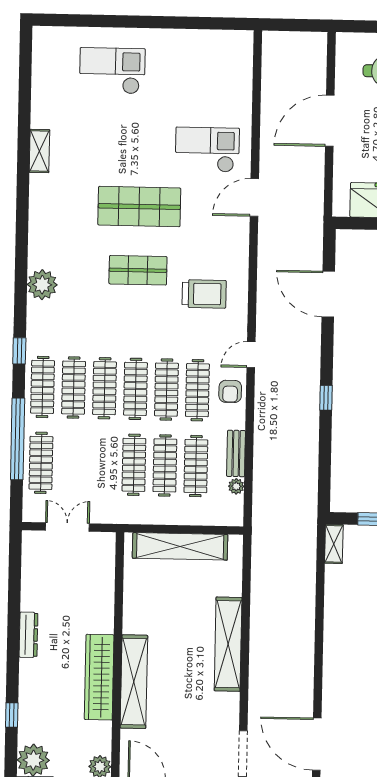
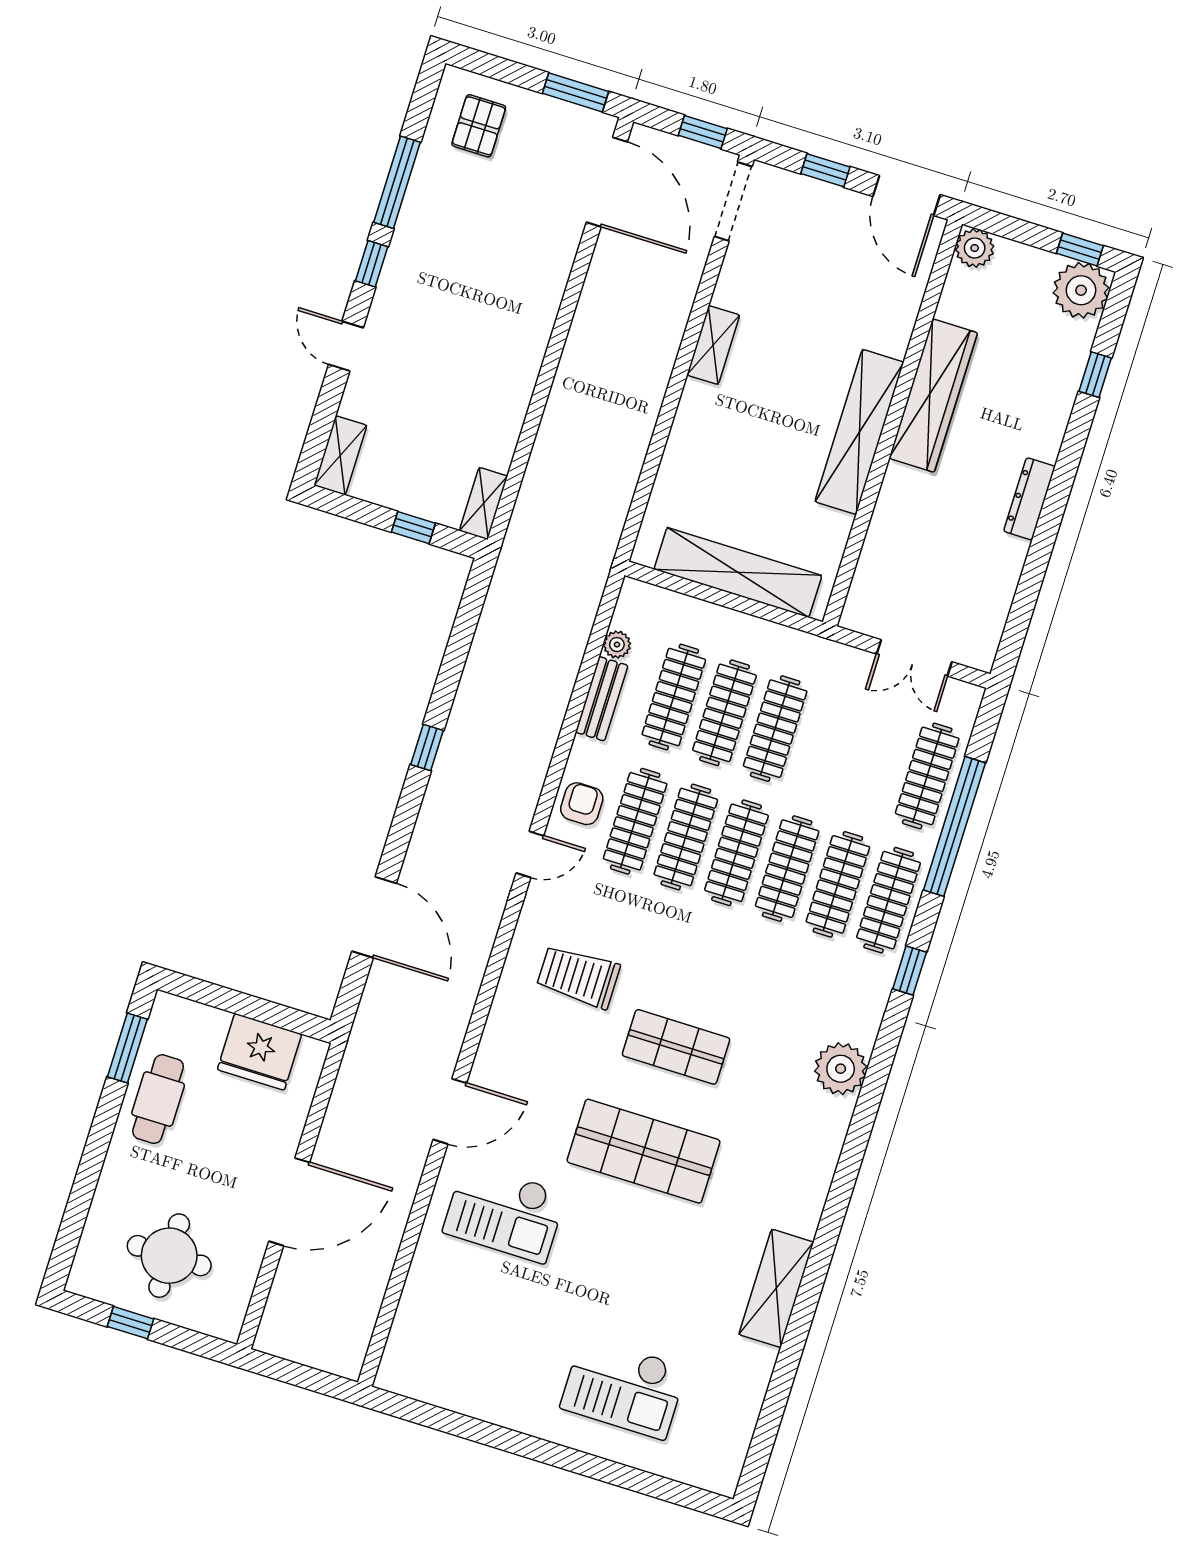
shelving: (39, 151) -> (776, 1288), width x1.50, depth x1.33
shelving: (228, 644) -> (713, 345), width x0.45, depth x0.75
shelving: (134, 682) -> (859, 432), moved

